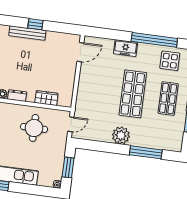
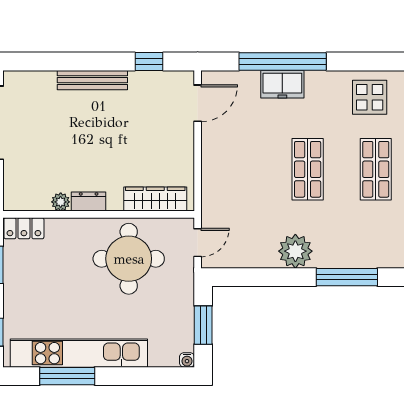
window: (35, 24) -> (149, 61), moved
window: (154, 40) -> (283, 61), moved
shop shelf: (133, 94) -> (308, 169), width x0.70, depth x0.74
wardrobe: (46, 98) -> (155, 199), width x1.50
round table: (34, 128) -> (129, 259), width x1.36, depth x1.36

